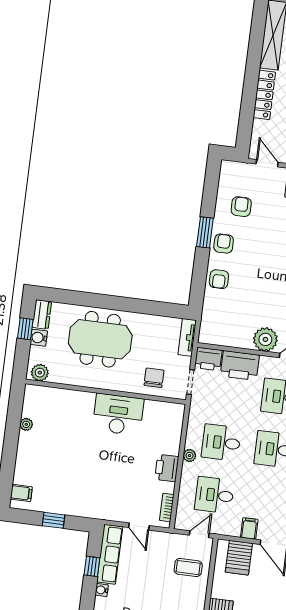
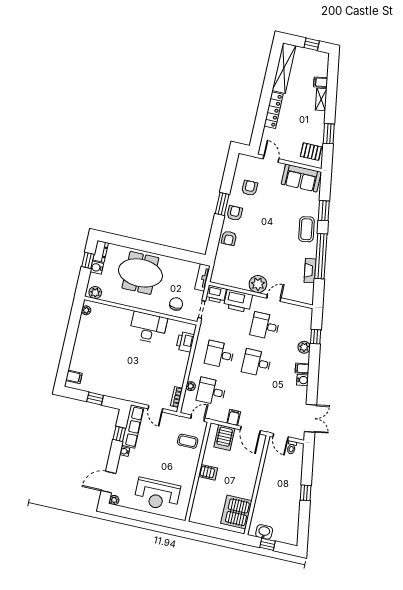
plant: (26, 424) -> (86, 310), moved
plant: (190, 456) -> (191, 386), moved
printer: (167, 468) -> (185, 342), moved

